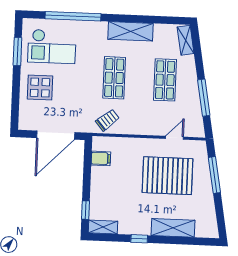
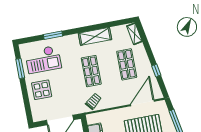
window: (73, 16) -> (53, 35), width x0.47
window: (204, 98) -> (156, 70), width x0.46
door: (174, 138) -> (142, 103), width x1.88

